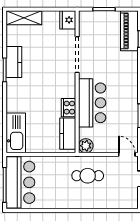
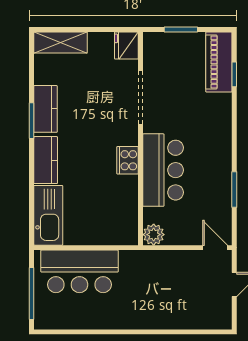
cooker: (68, 108) -> (128, 160), moved
kitchen counter: (68, 134) -> (46, 160), moved, turned 180
cafe table: (88, 176) -> (156, 280), removed
bar counter: (20, 182) -> (79, 271), moved, turned 90

